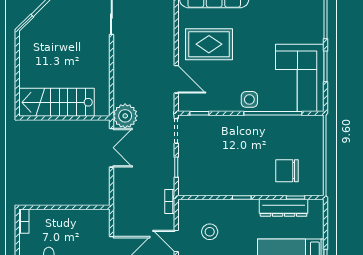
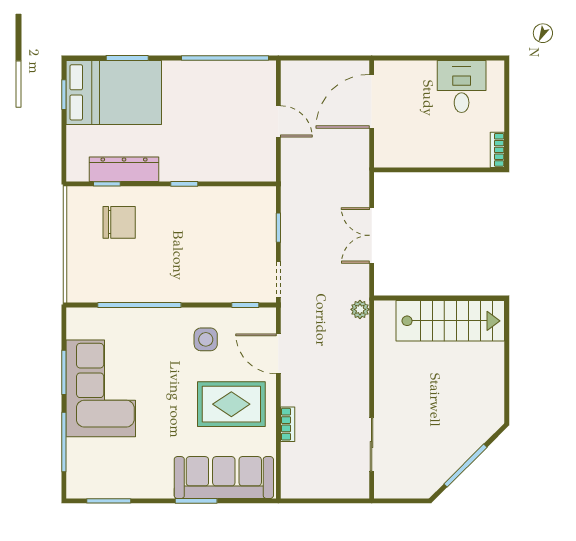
corner sofa: (300, 78) -> (101, 388), moved
side table: (249, 99) -> (206, 339), moved
plant: (125, 116) -> (360, 309), width x0.53, depth x0.53
double door: (111, 148) -> (372, 235), moved
bookcase: (170, 201) -> (288, 424), moved
stool: (210, 232) -> (230, 135), removed

